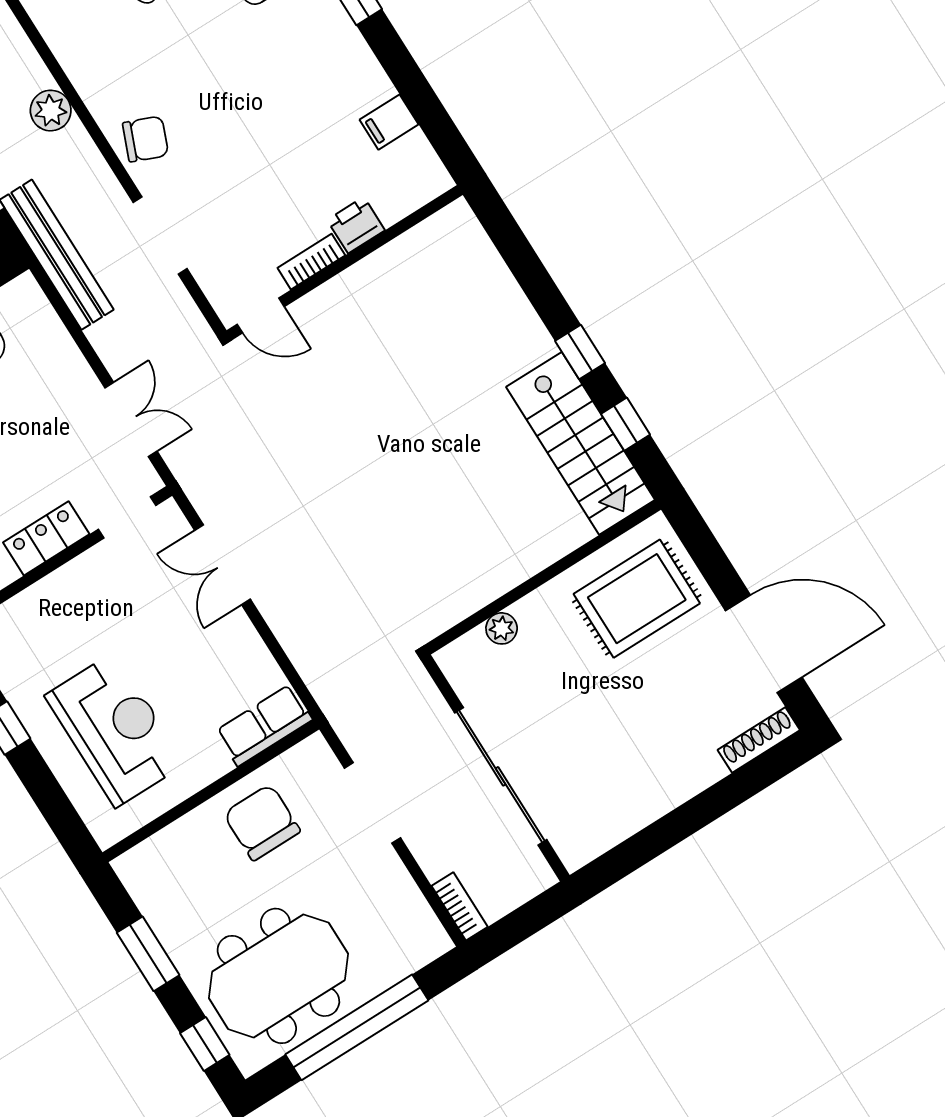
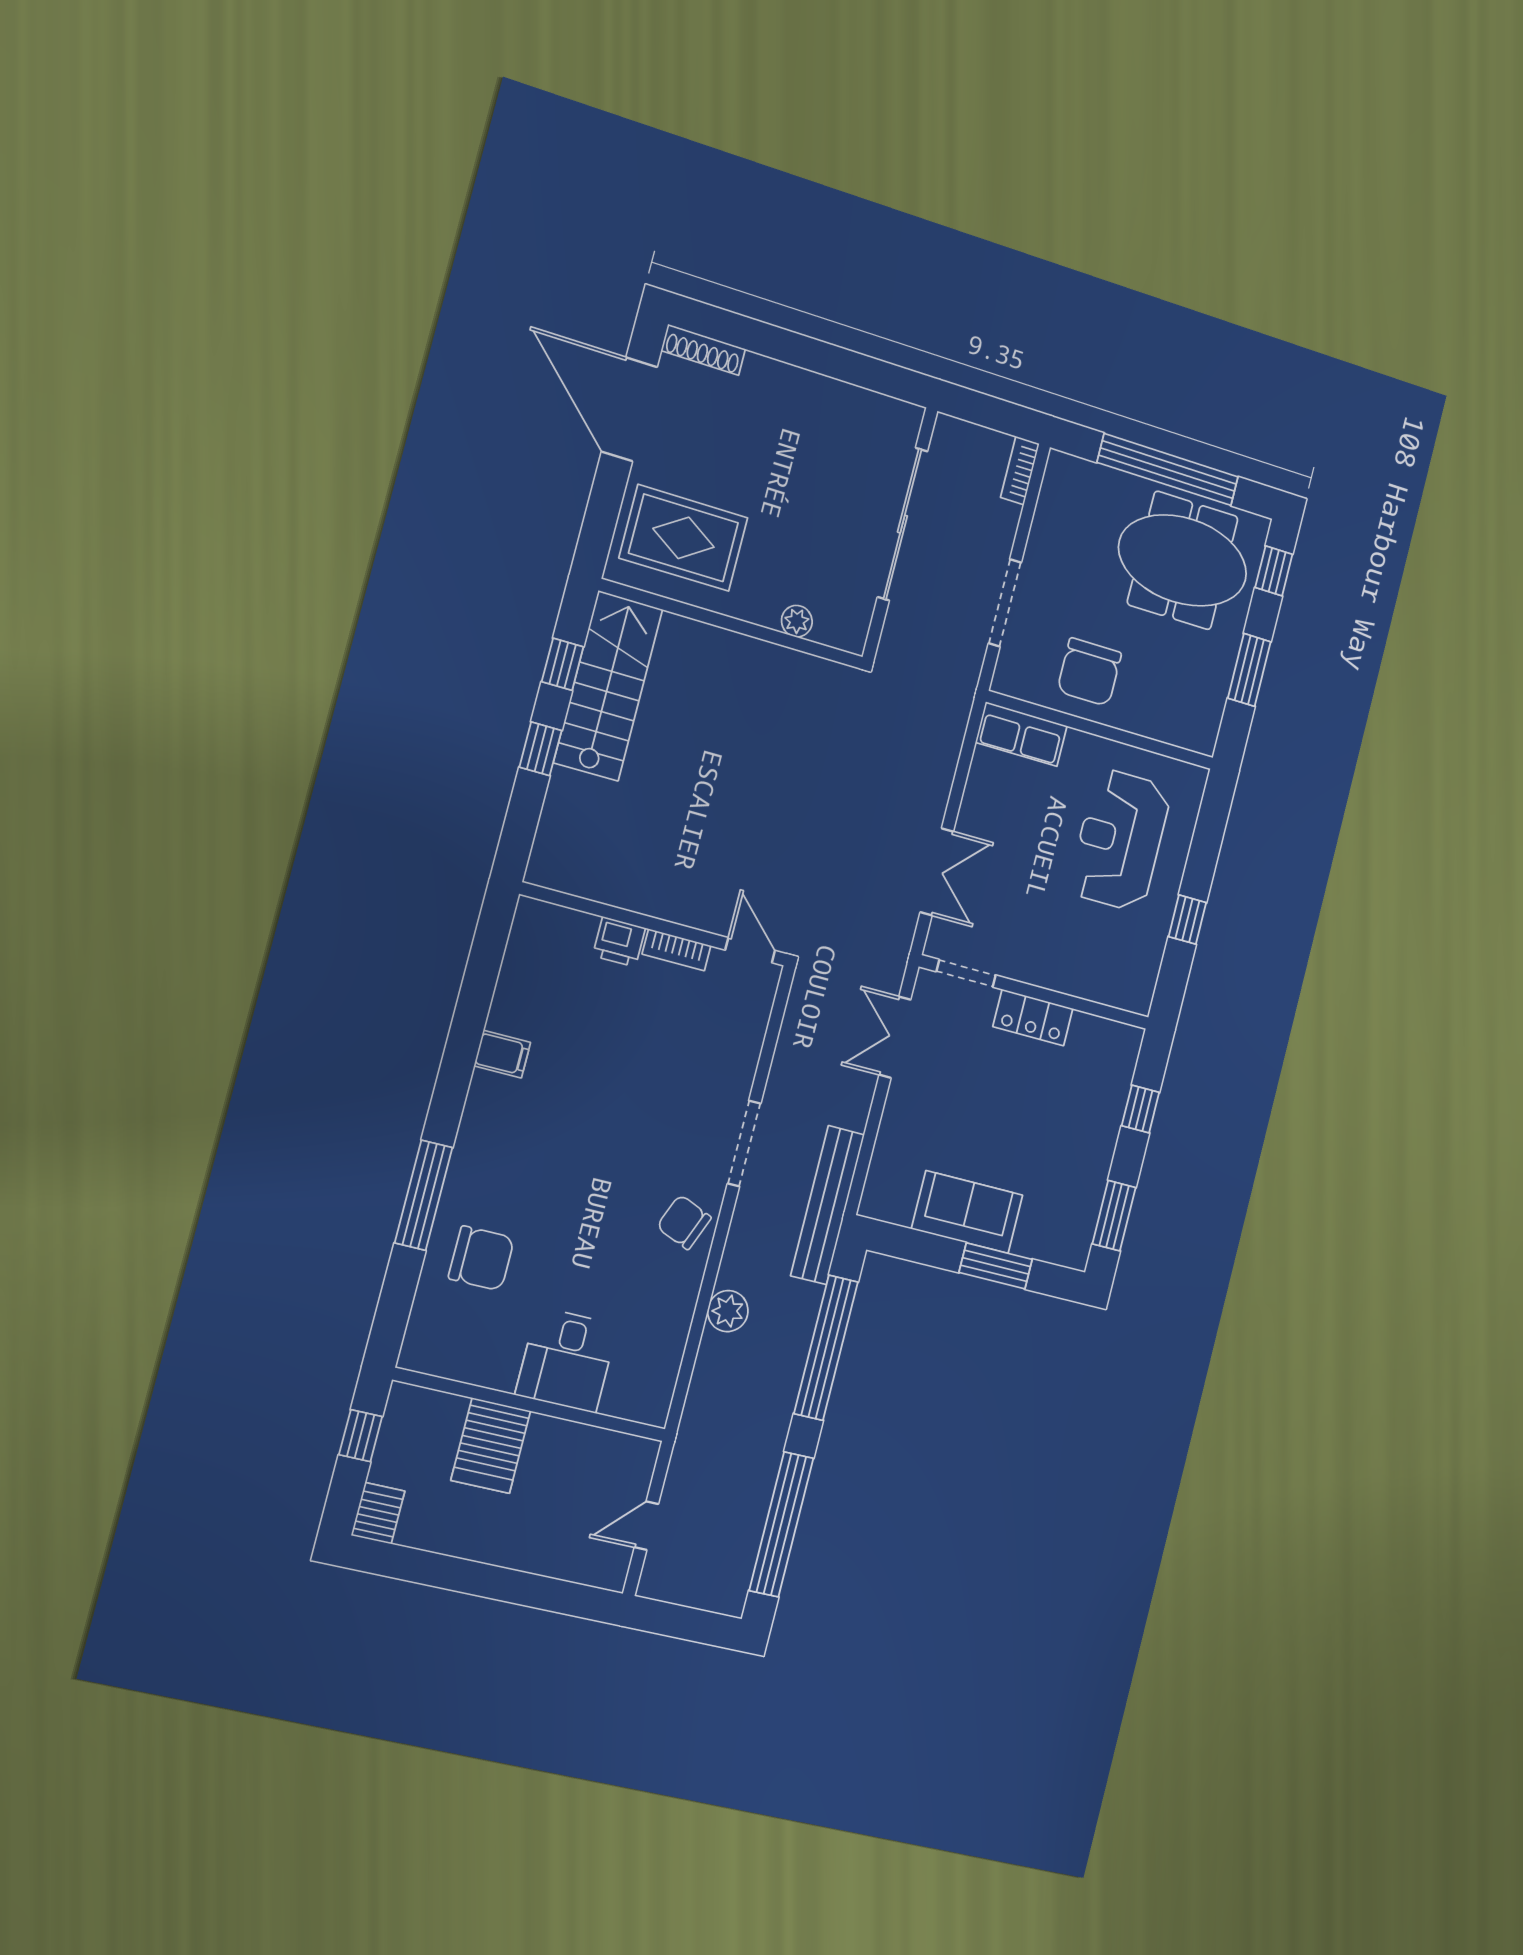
printer: (356, 225) -> (619, 942), moved
bookcase: (311, 262) -> (676, 950), moved
wall: (345, 263) -> (654, 924), moved
door: (261, 315) -> (750, 950), moved

